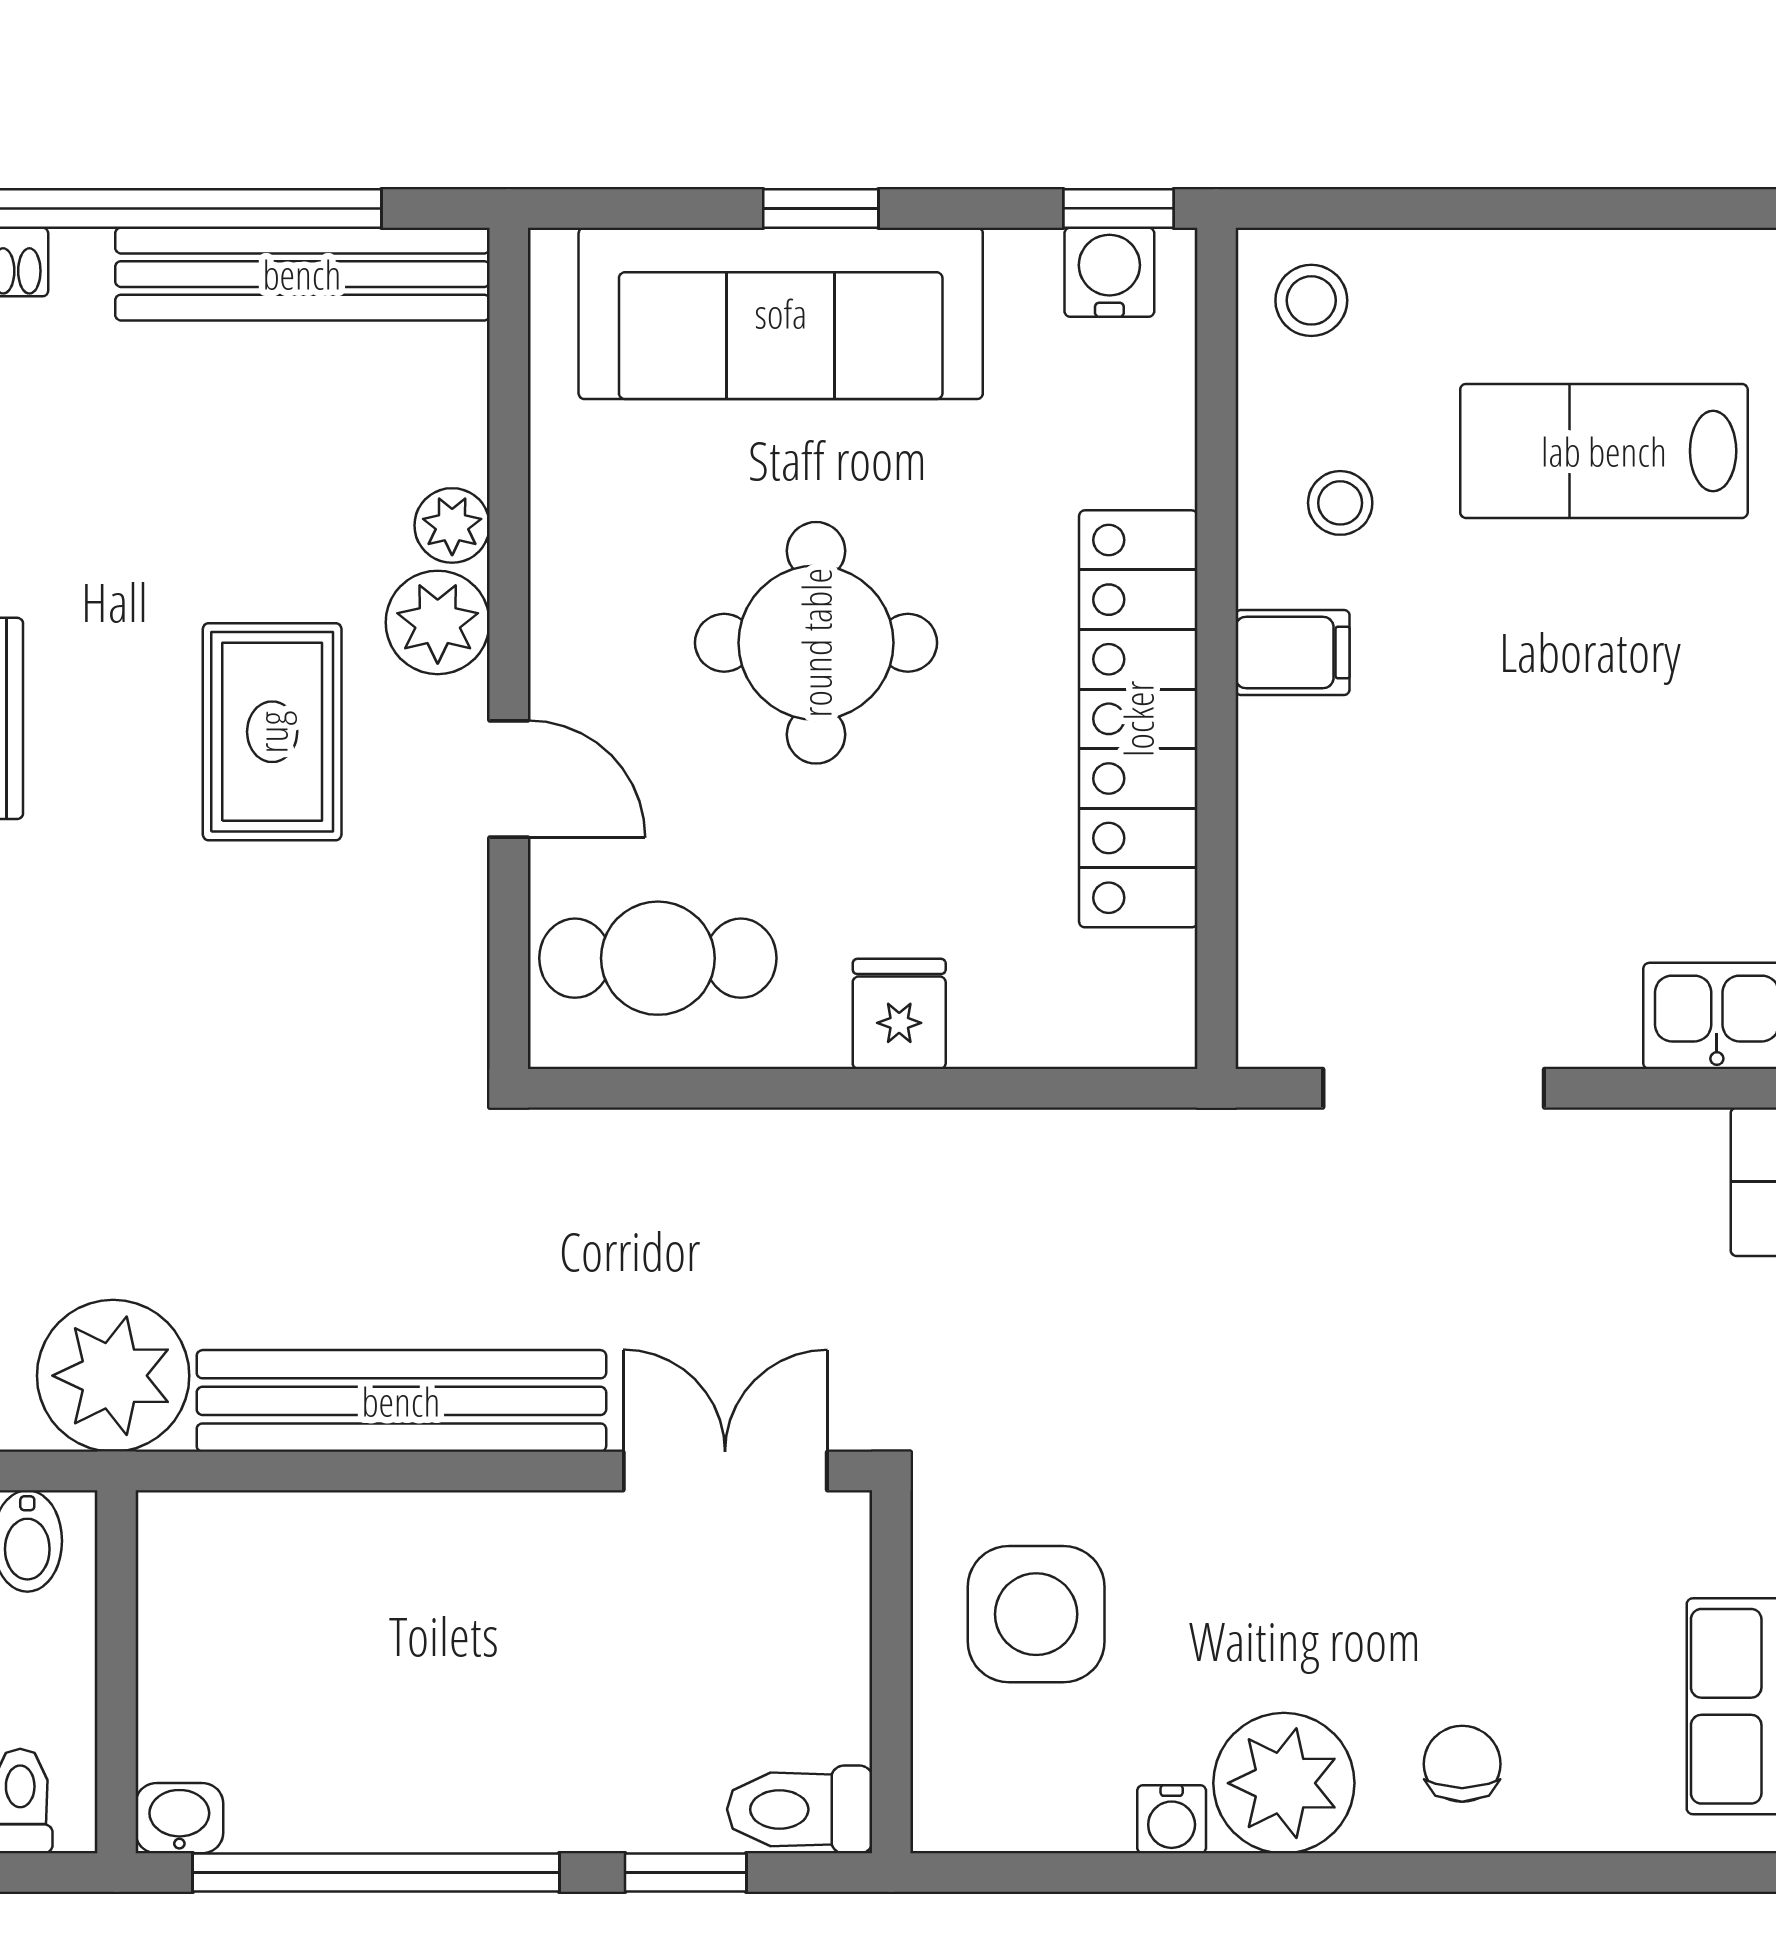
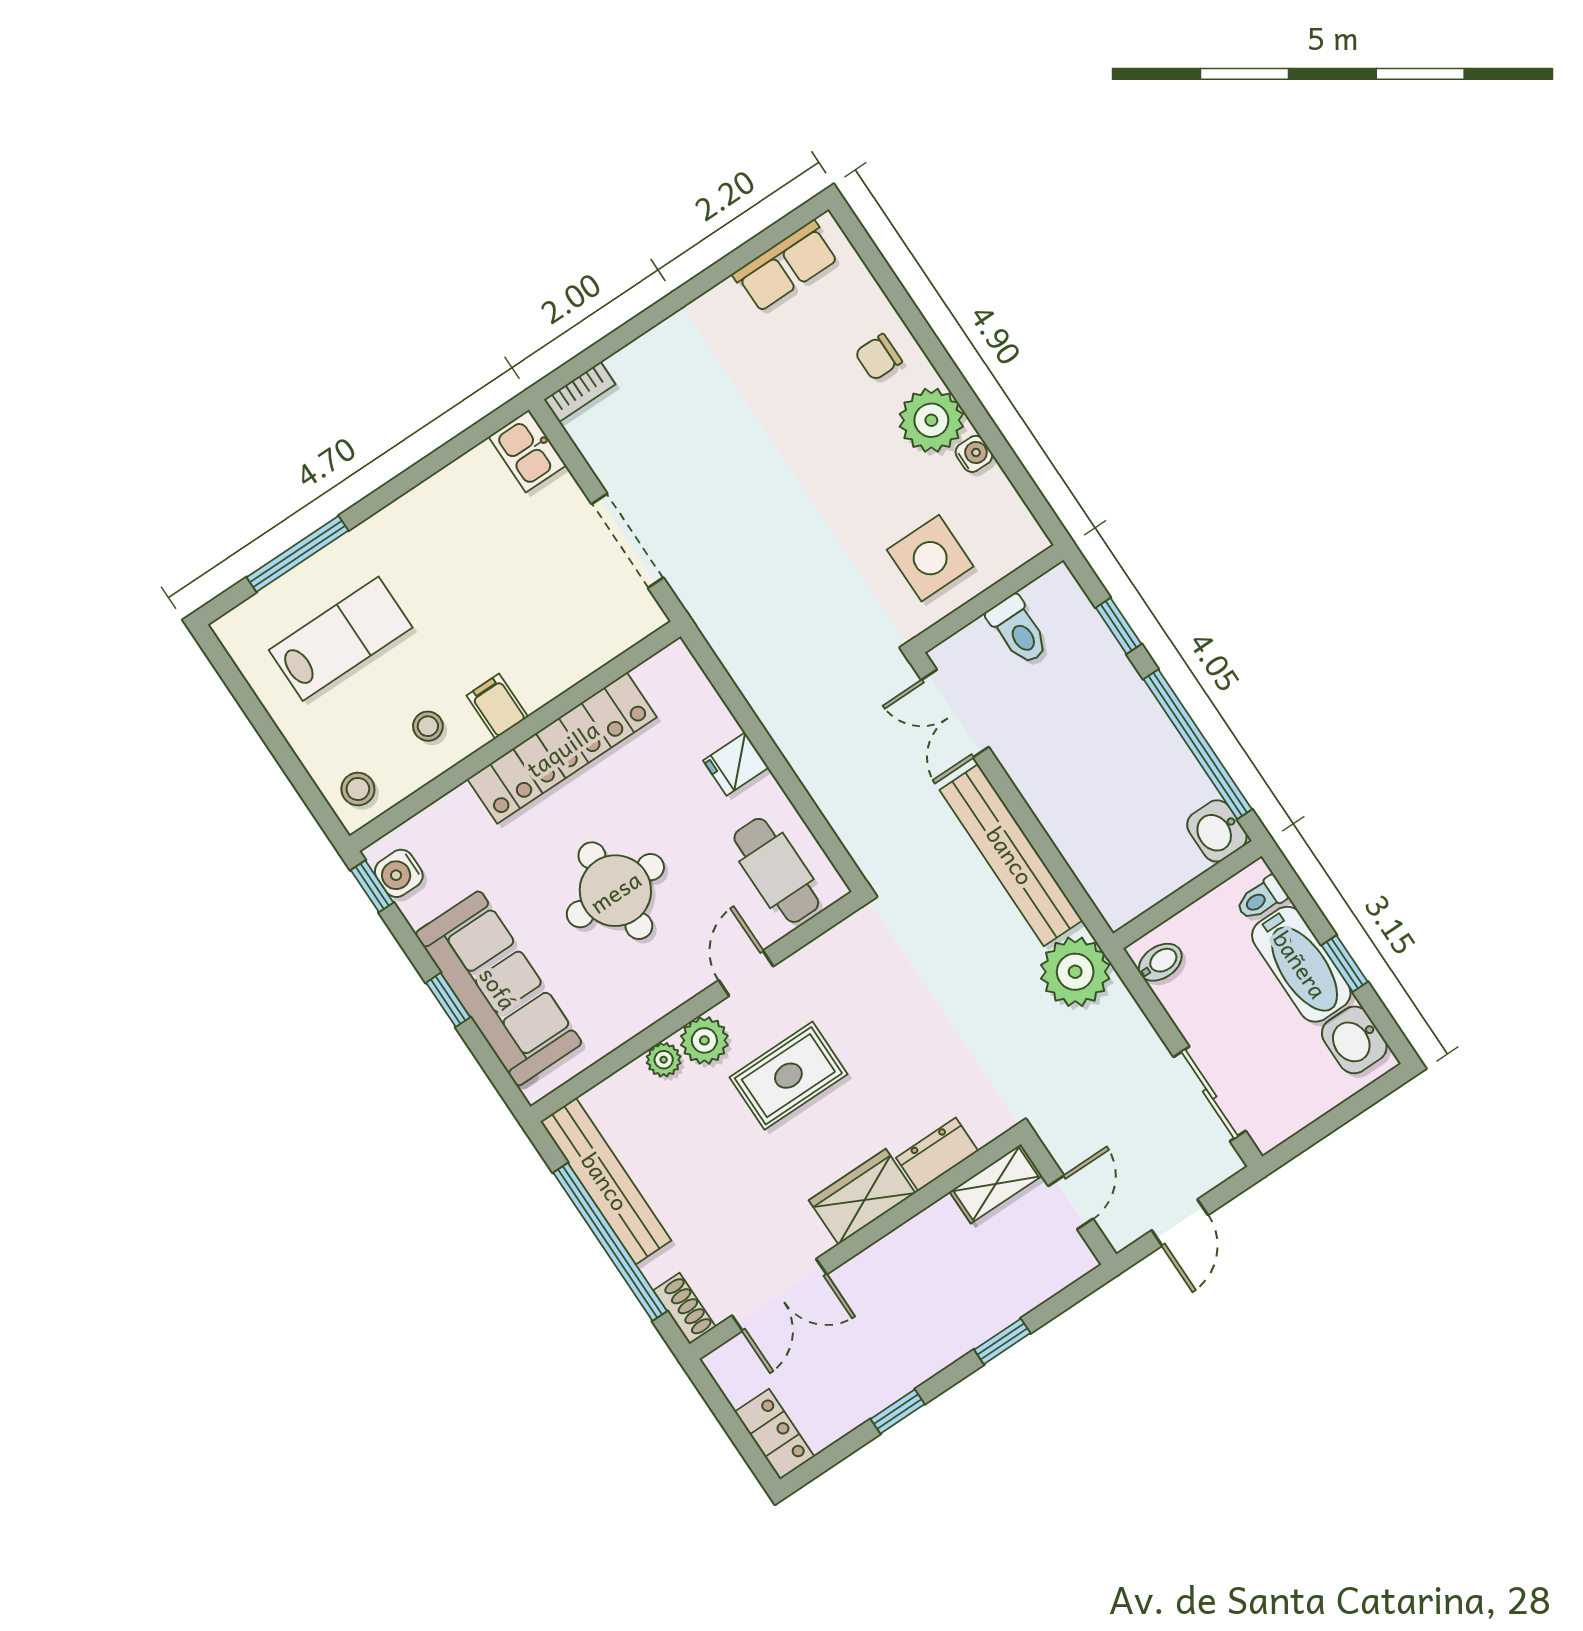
lab bench: (1604, 451) -> (341, 639), turned -90
toilet: (800, 1809) -> (1018, 630), moved
washbasin: (179, 1818) -> (1217, 831), width x1.38, depth x1.45

